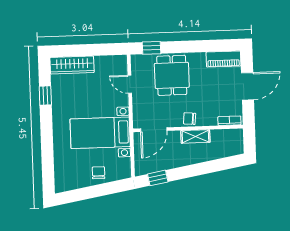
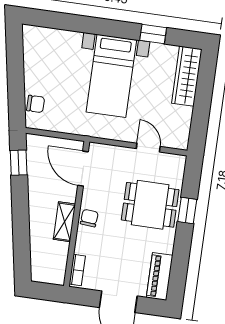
window: (151, 48) -> (187, 210), moved
door: (130, 84) -> (148, 148), hinge flipped
bed with nightstands: (100, 133) -> (111, 76), moved, turned 180
chair: (98, 173) -> (36, 104), moved

